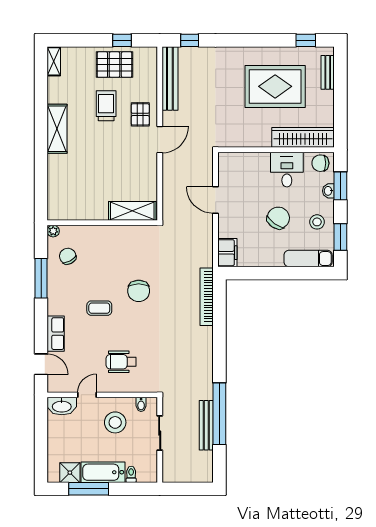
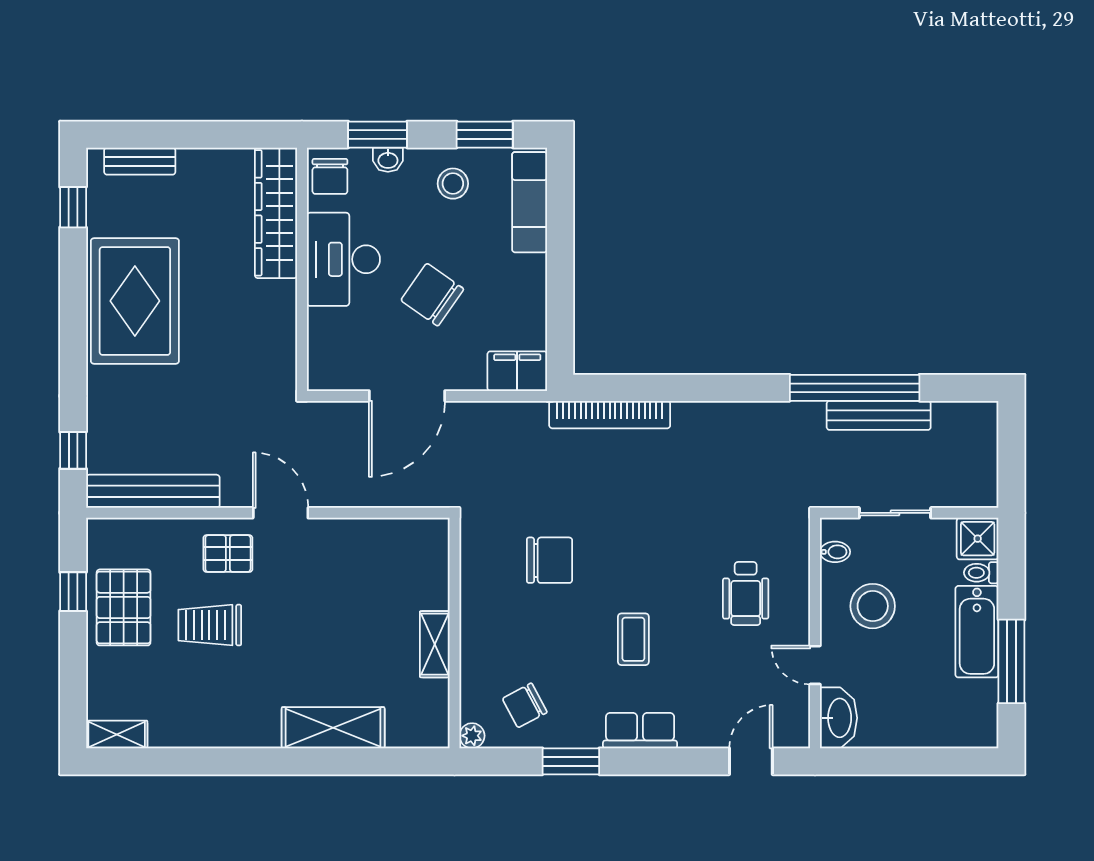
rug: (275, 86) -> (135, 301), moved
shelving: (57, 129) -> (333, 728), moved
desk: (287, 170) -> (343, 259), width x1.37
door: (216, 200) -> (407, 396), width x1.36
shelving: (132, 211) -> (435, 644), moved, width x0.67, depth x0.75
chair: (278, 218) -> (432, 295), moved
window: (41, 278) -> (571, 761), width x0.69
chair: (139, 291) -> (549, 560), moved
row of seats: (56, 334) -> (640, 731), moved
shower: (70, 473) -> (978, 539), moved

